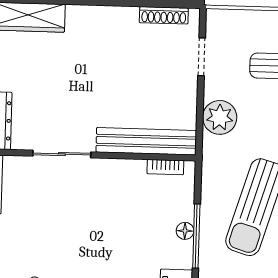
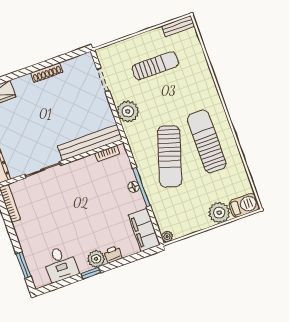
shoe rack: (164, 15) -> (47, 73), moved

